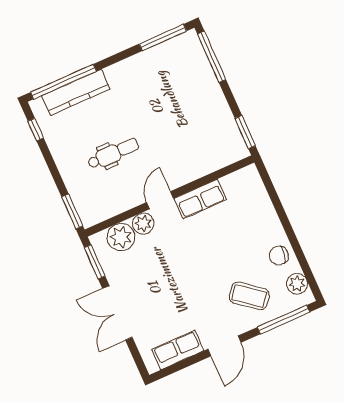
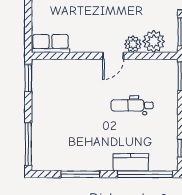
window: (163, 37) -> (80, 174), moved
kitchen counter: (76, 92) -> (131, 162), width x0.67
row of seats: (200, 199) -> (50, 43), moved

